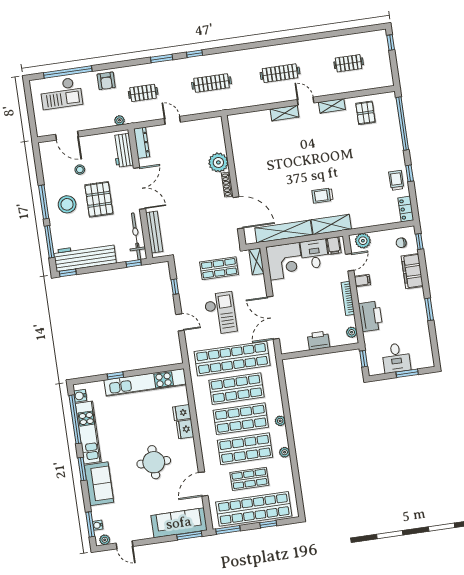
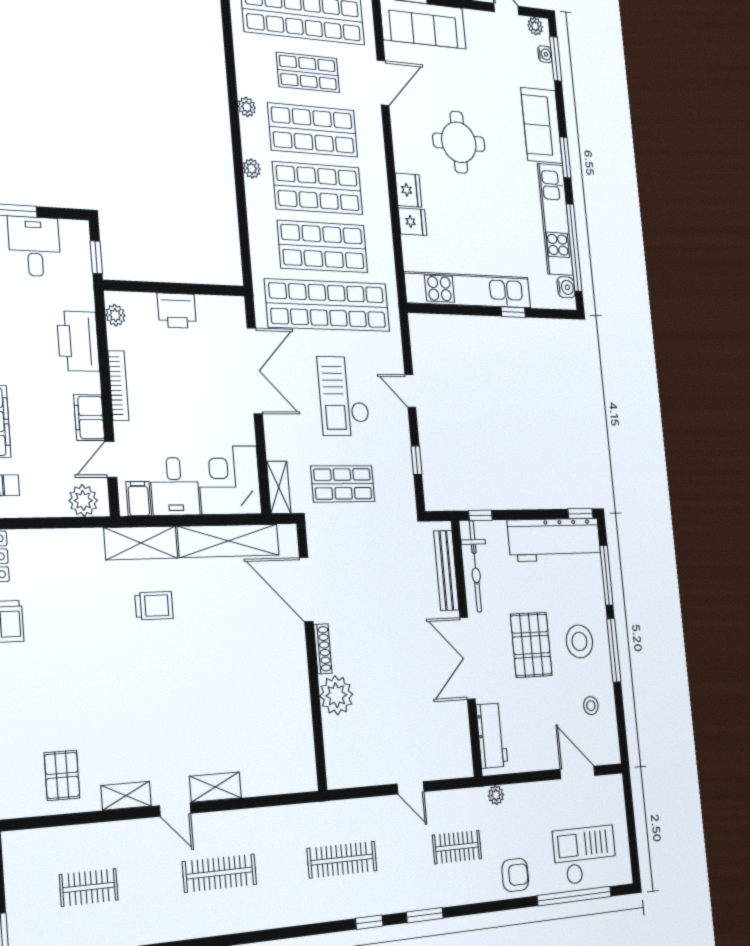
armchair: (106, 81) -> (515, 875), turned 90
dresser: (142, 143) -> (462, 748), removed
stool: (80, 170) -> (591, 706), moved
filing cabinet: (362, 280) -> (89, 418), width x2.00

